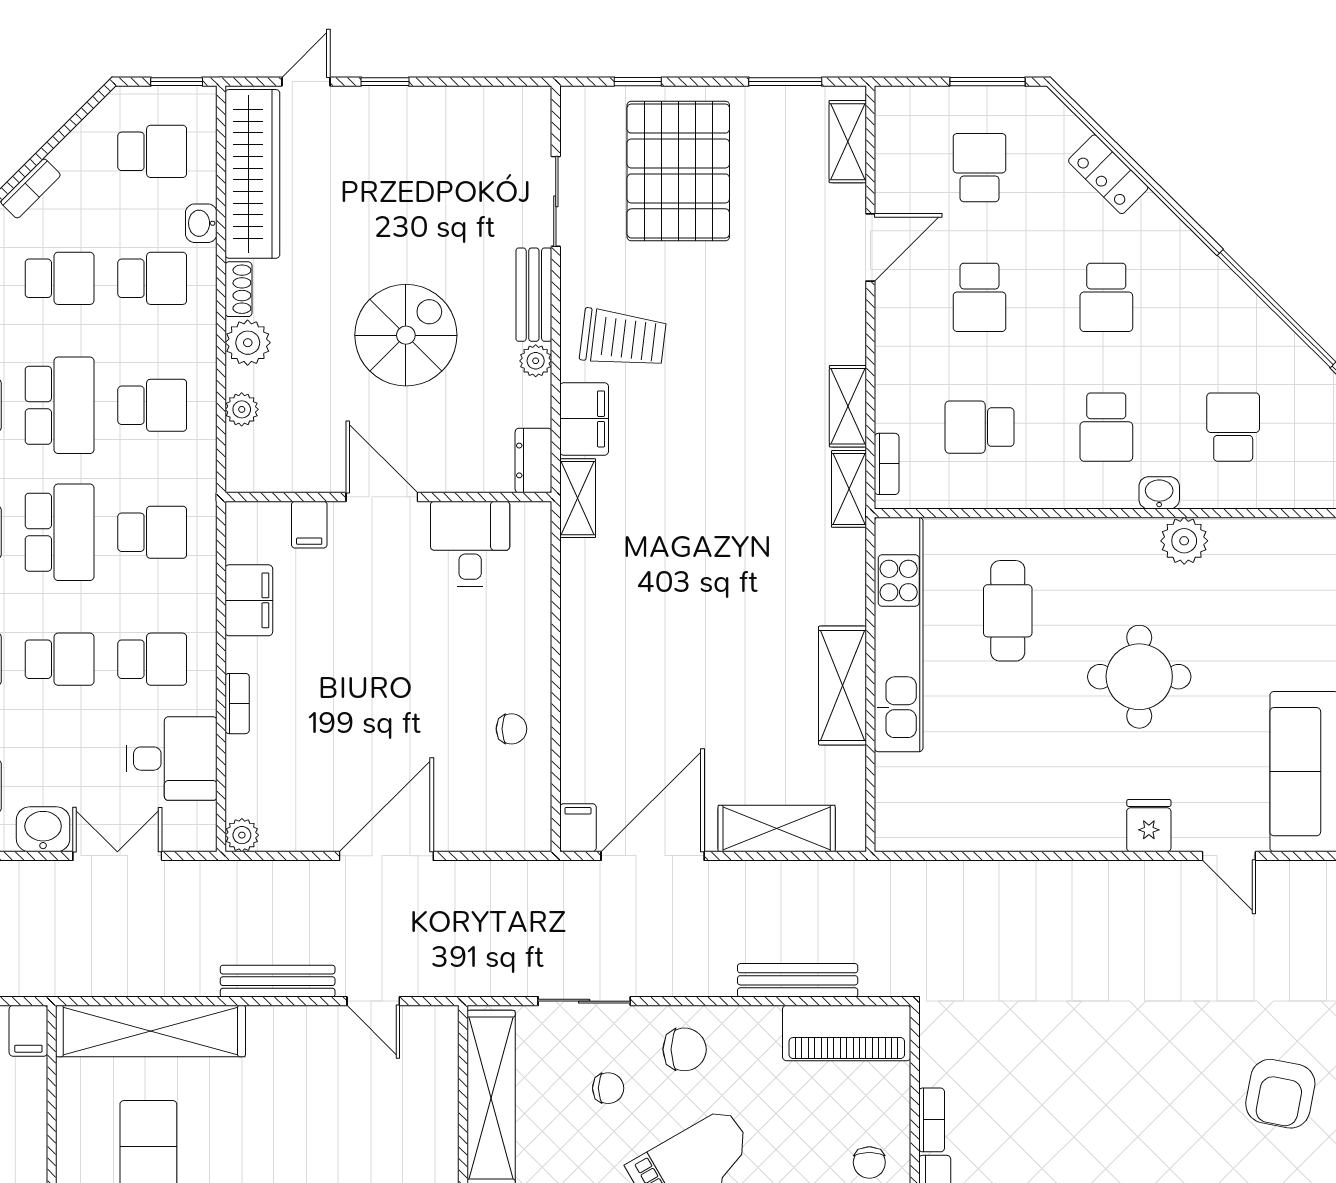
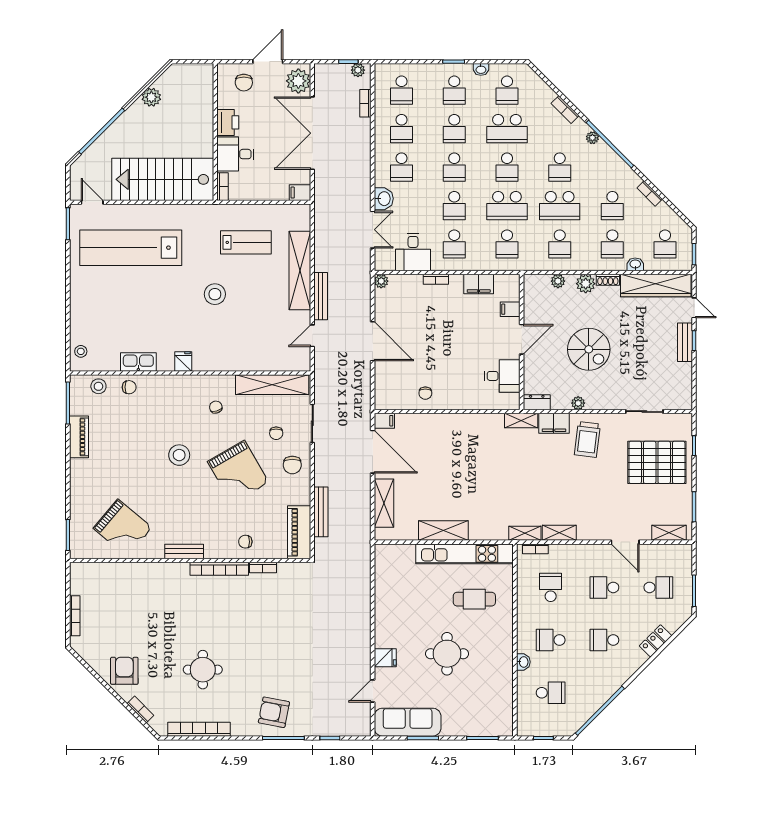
bench: (534, 295) -> (685, 342), moved, turned 90
plant: (1184, 541) -> (503, 672), removed
shelving: (150, 1031) -> (300, 270), moved

